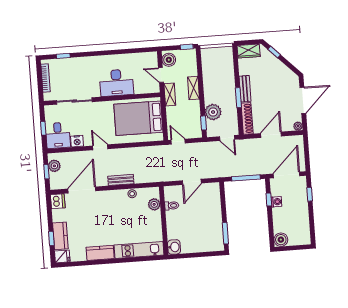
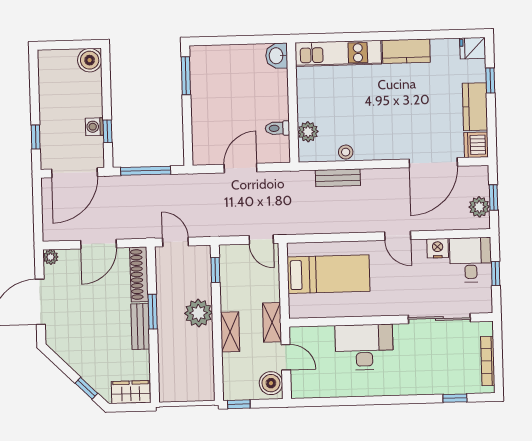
plant: (213, 112) -> (198, 313), moved
bed: (138, 118) -> (328, 274), width x0.67
bench: (121, 180) -> (338, 178), moved
kitchen counter: (60, 236) -> (475, 107), moved

